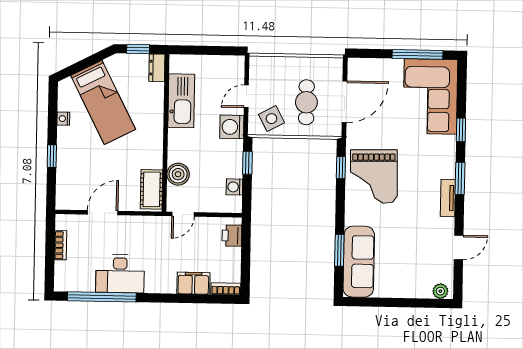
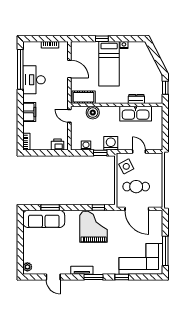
dresser: (157, 68) -> (136, 99), moved
bed: (103, 102) -> (109, 64), moved, turned -63
washing machine: (232, 127) -> (111, 143), moved
grand piano: (374, 176) -> (94, 227), turned 91
filing cabinet: (193, 283) -> (29, 112), moved

